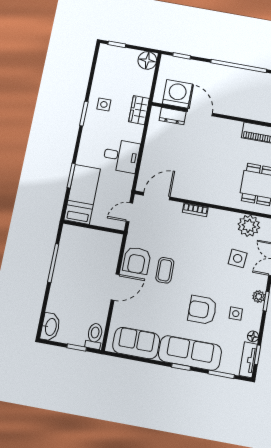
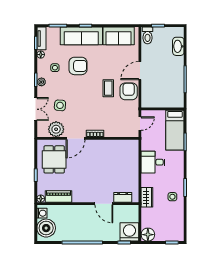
washing machine: (177, 94) -> (129, 232), moved, turned 180
door: (157, 196) -> (75, 138), moved
washbasin: (50, 327) -> (178, 46), moved

